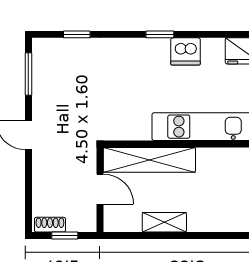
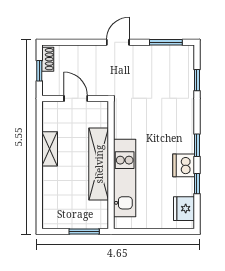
window: (209, 34) -> (197, 184), added
shelving: (149, 160) -> (99, 164), moved
door: (100, 189) -> (76, 98), swing flipped

